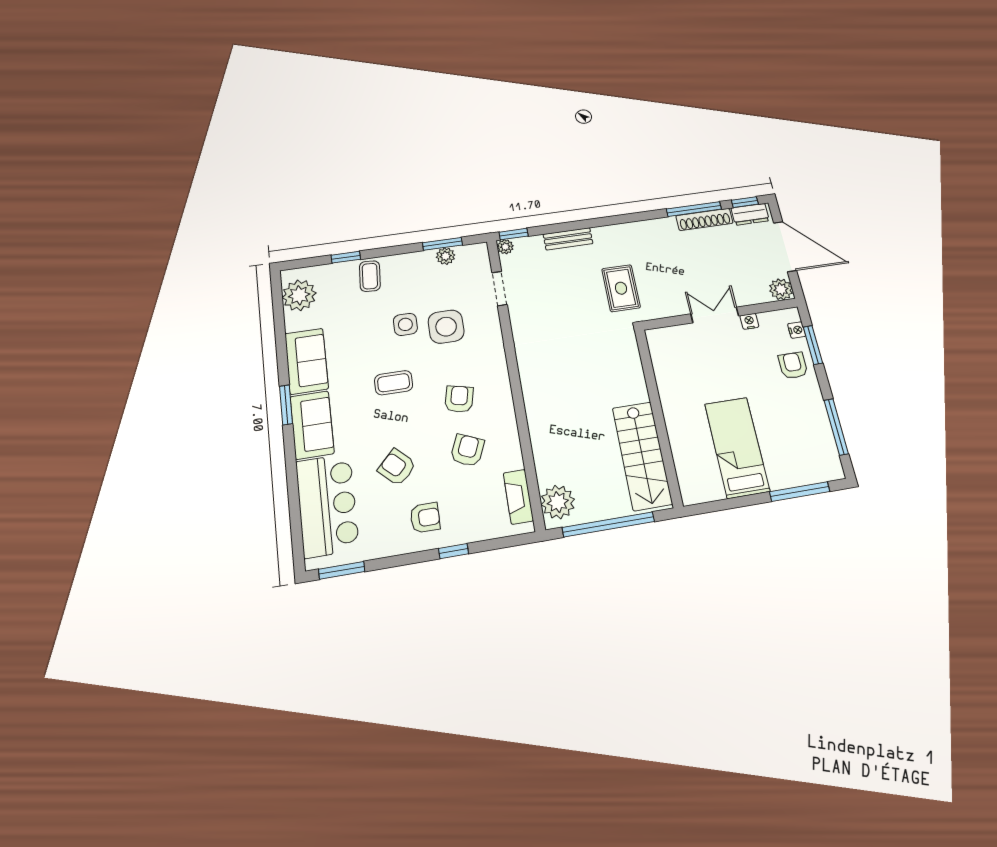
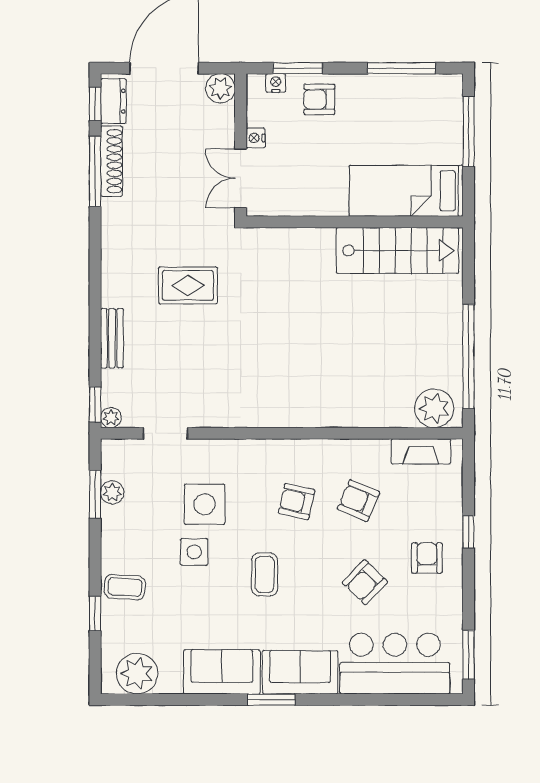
wall: (658, 416) -> (355, 222), moved
stairs: (642, 456) -> (398, 250), moved

